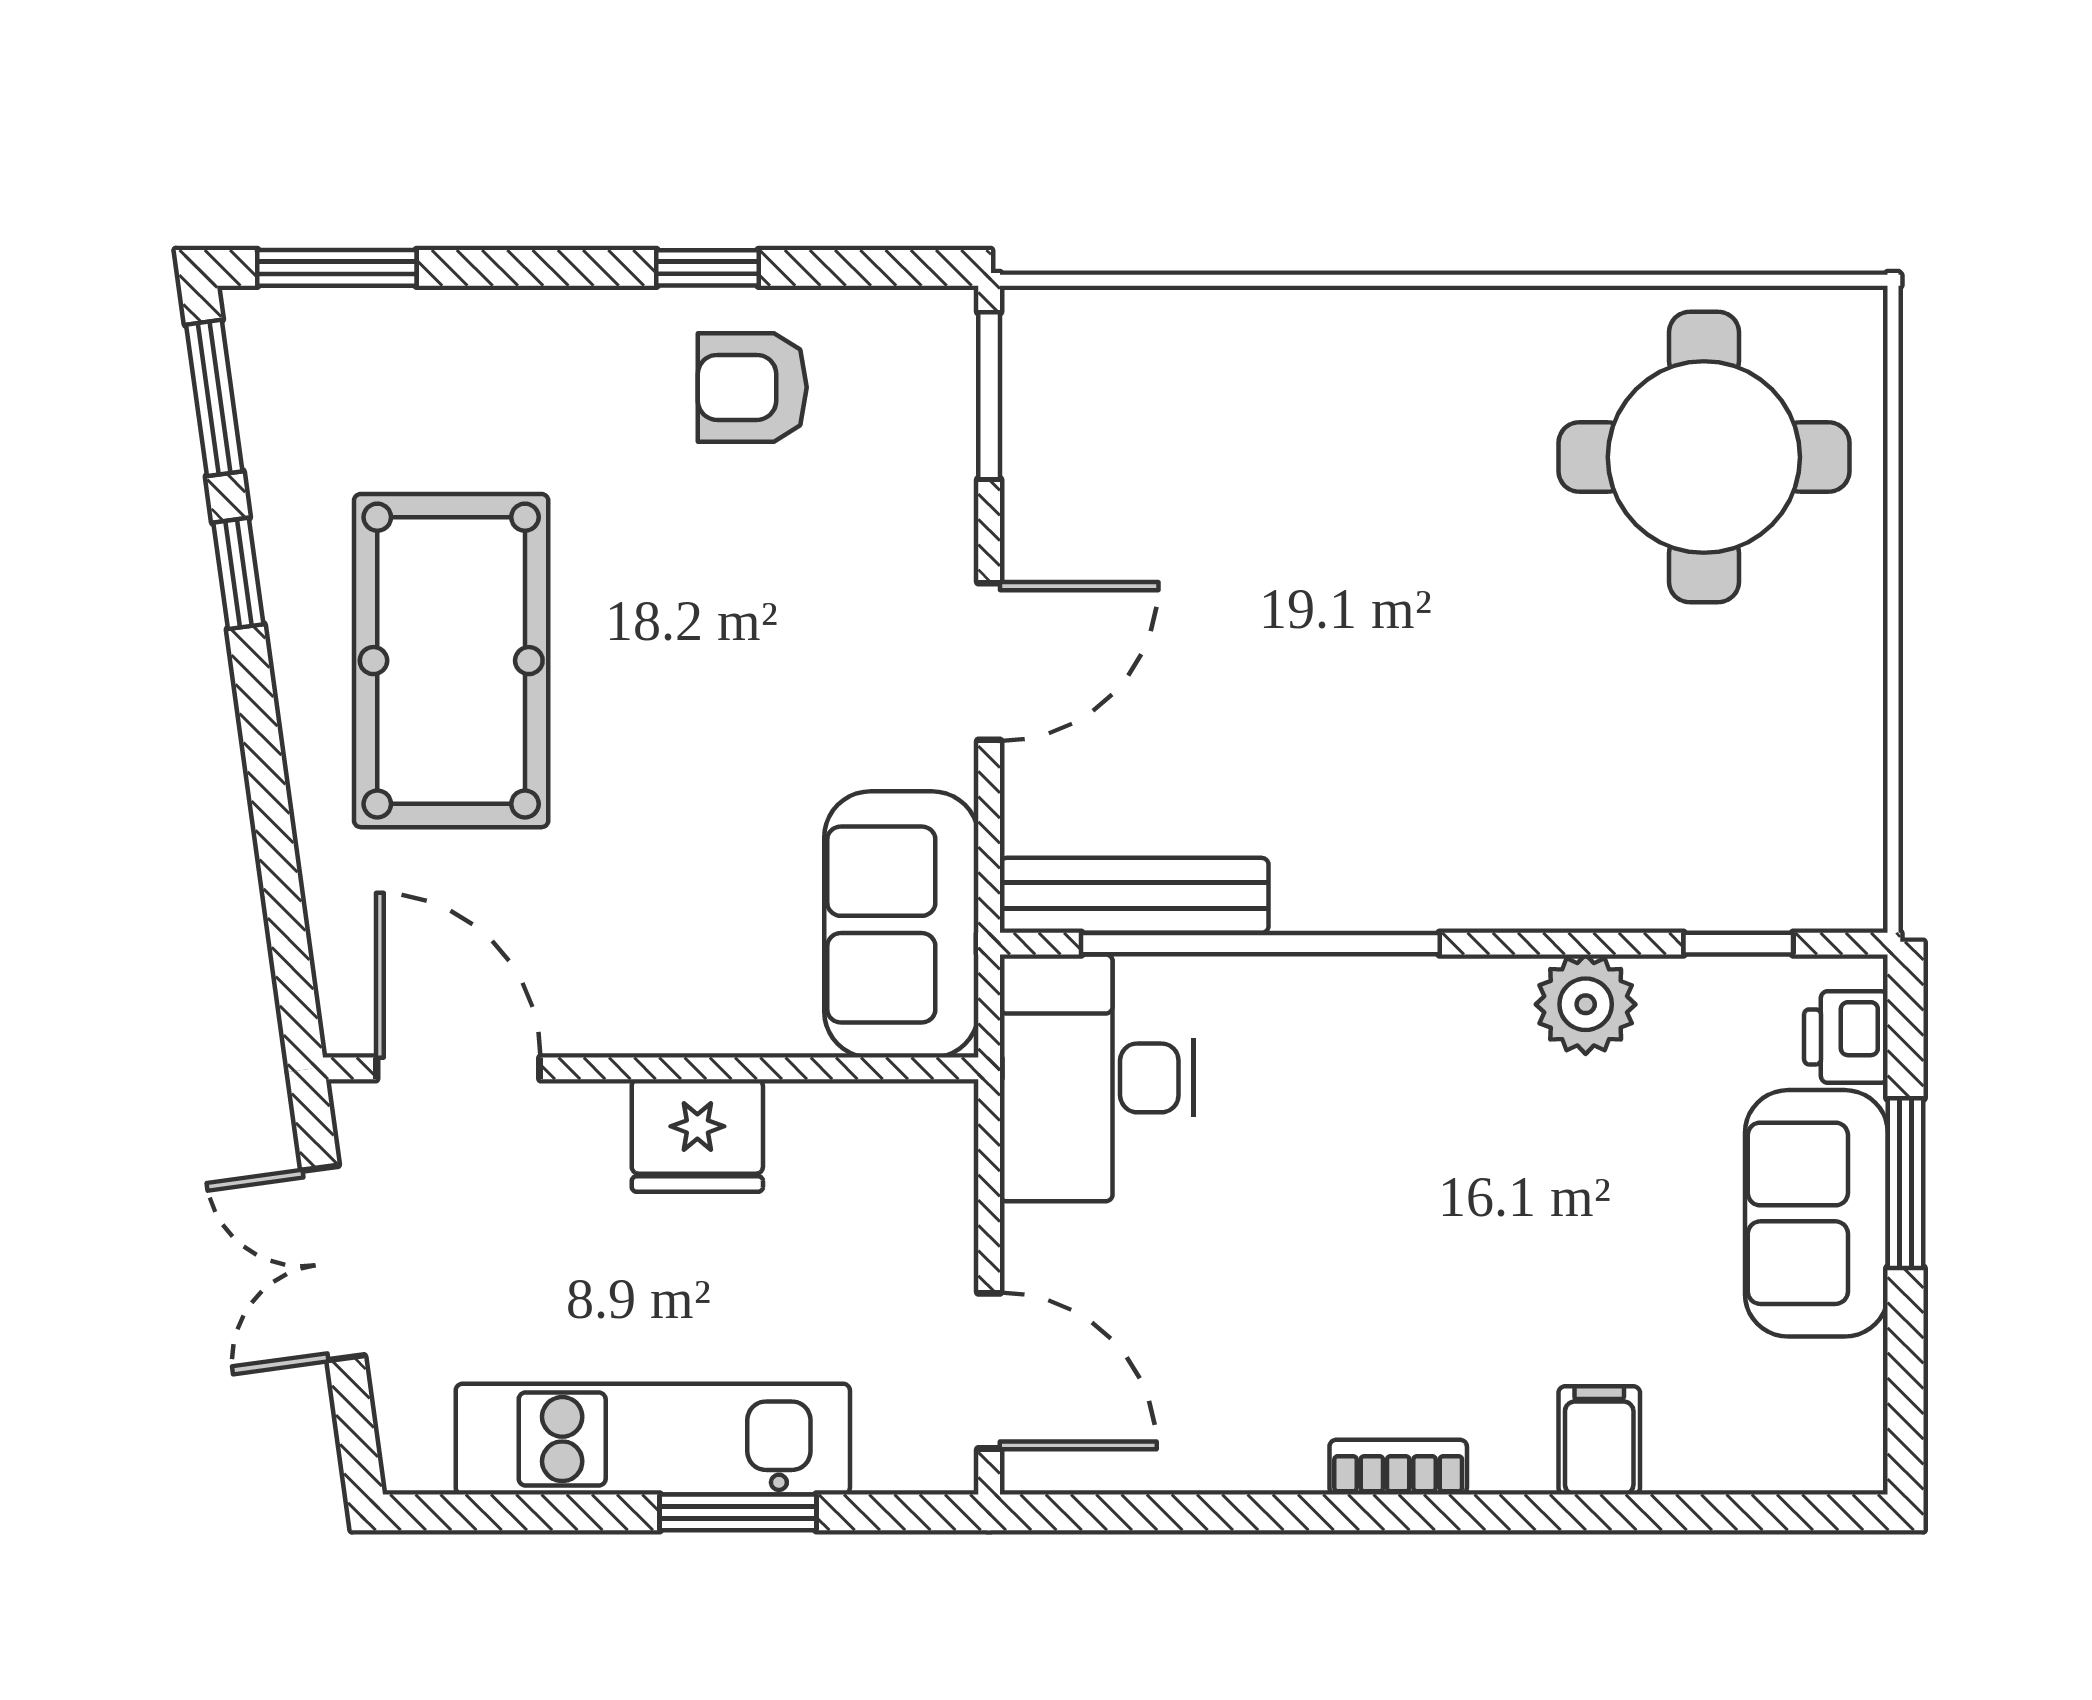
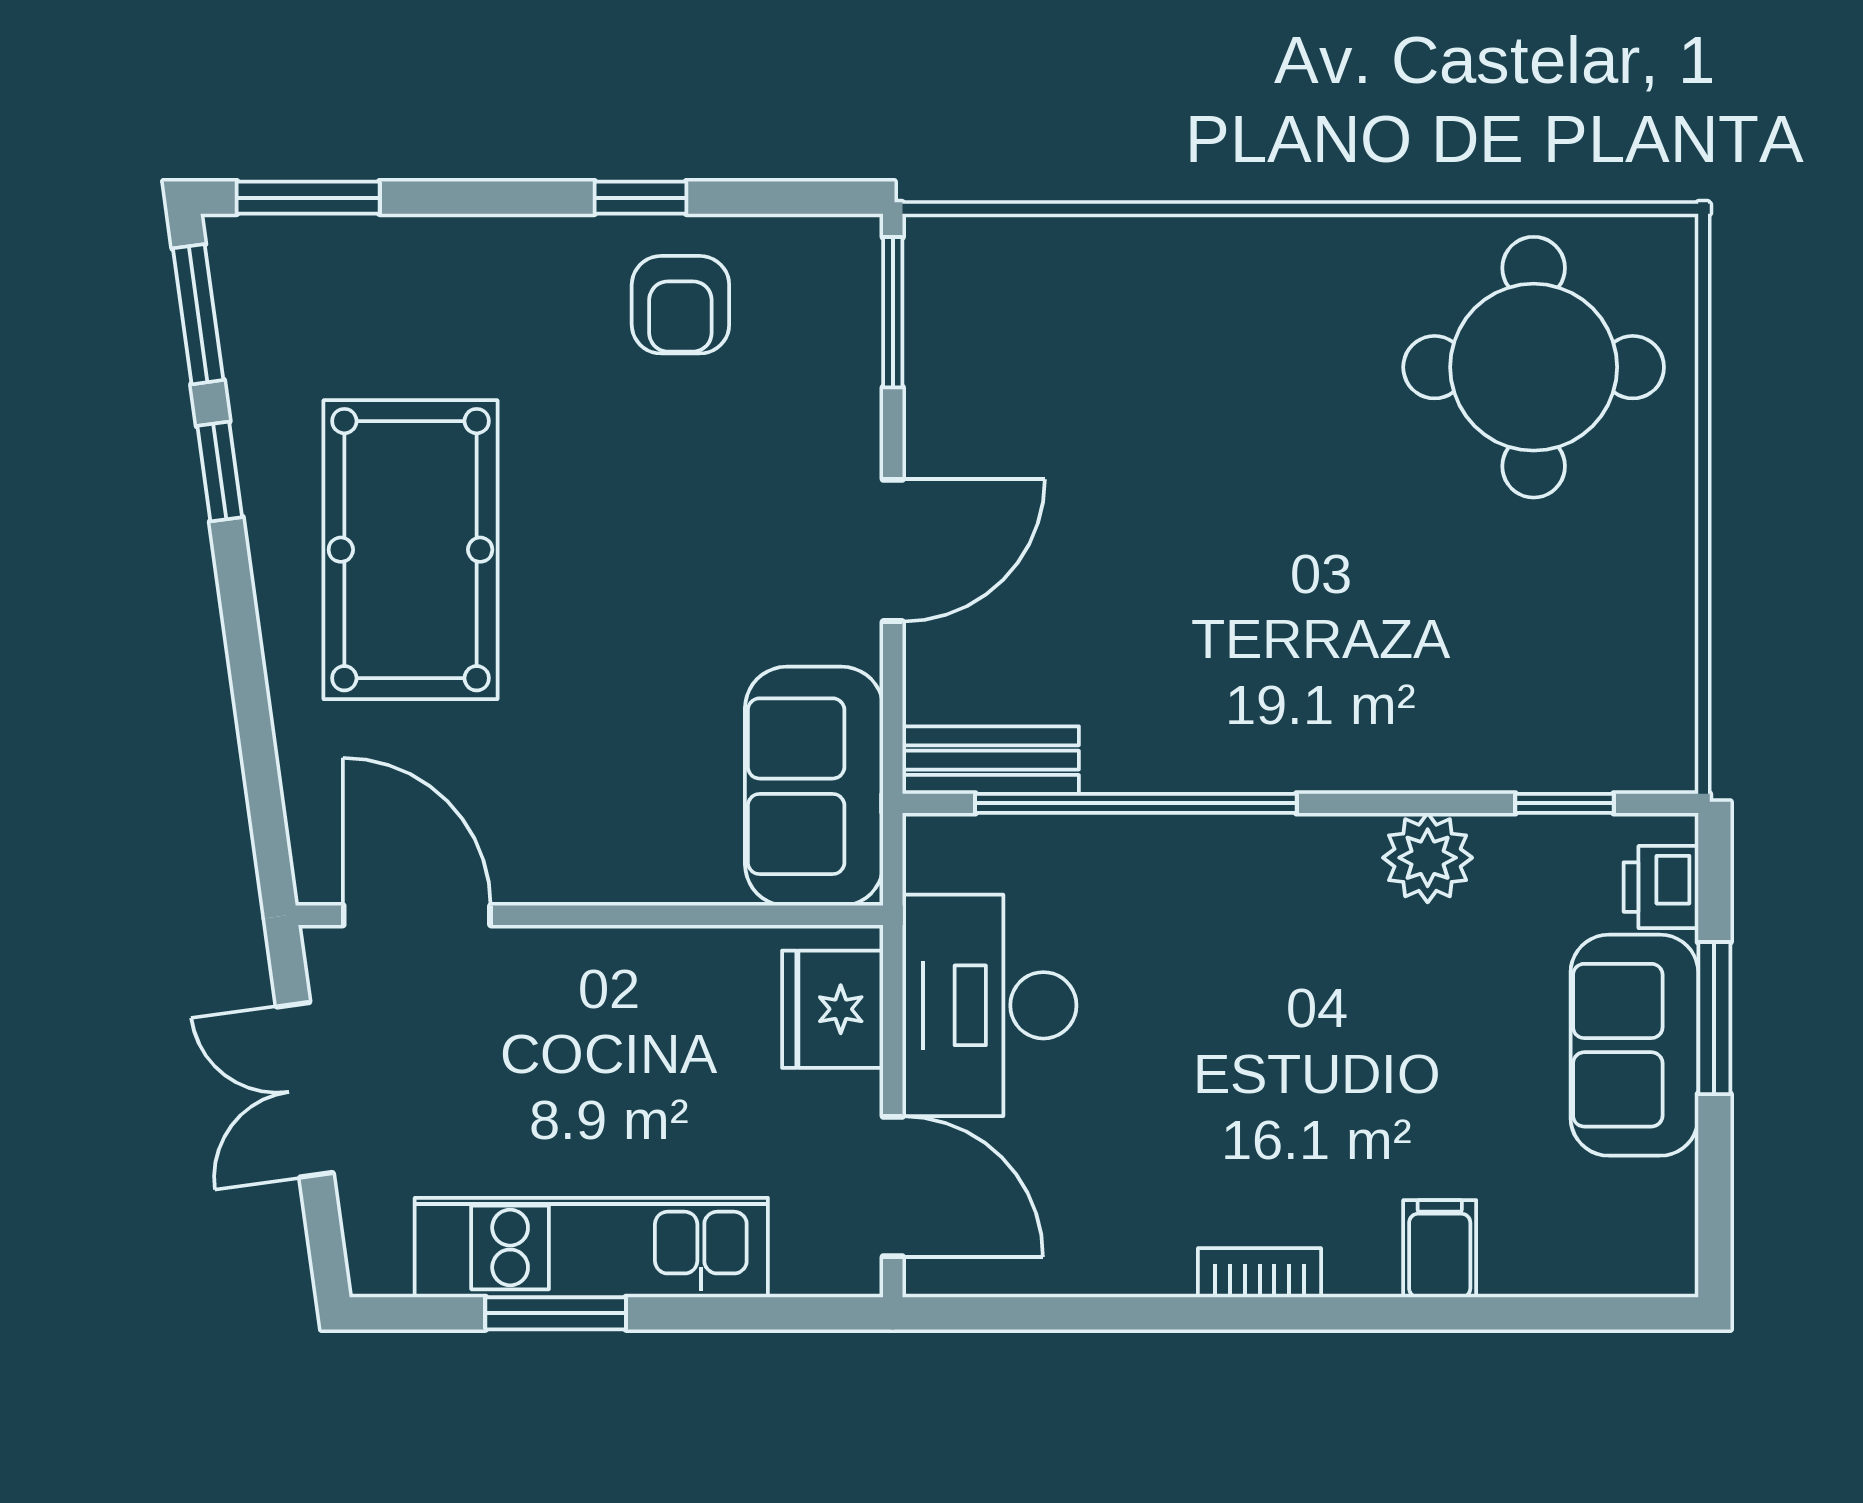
armchair: (752, 387) -> (680, 305), turned -90
bench: (1134, 895) -> (991, 760), width x0.73
desk: (1097, 1078) -> (989, 1005), moved
fridge: (697, 1135) -> (833, 1009), moved, turned 90
window: (738, 1512) -> (556, 1313), moved

